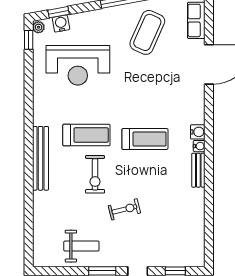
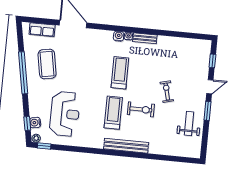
coffee table: (147, 32) -> (47, 64), turned 56

